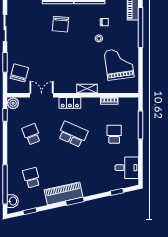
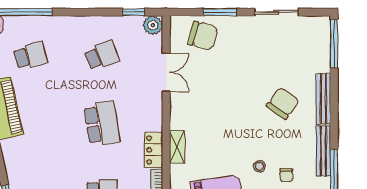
chair: (61, 24) -> (283, 103), turned 121
locker: (70, 103) -> (154, 150), moved
school desk: (73, 134) -> (102, 123), turned -33

